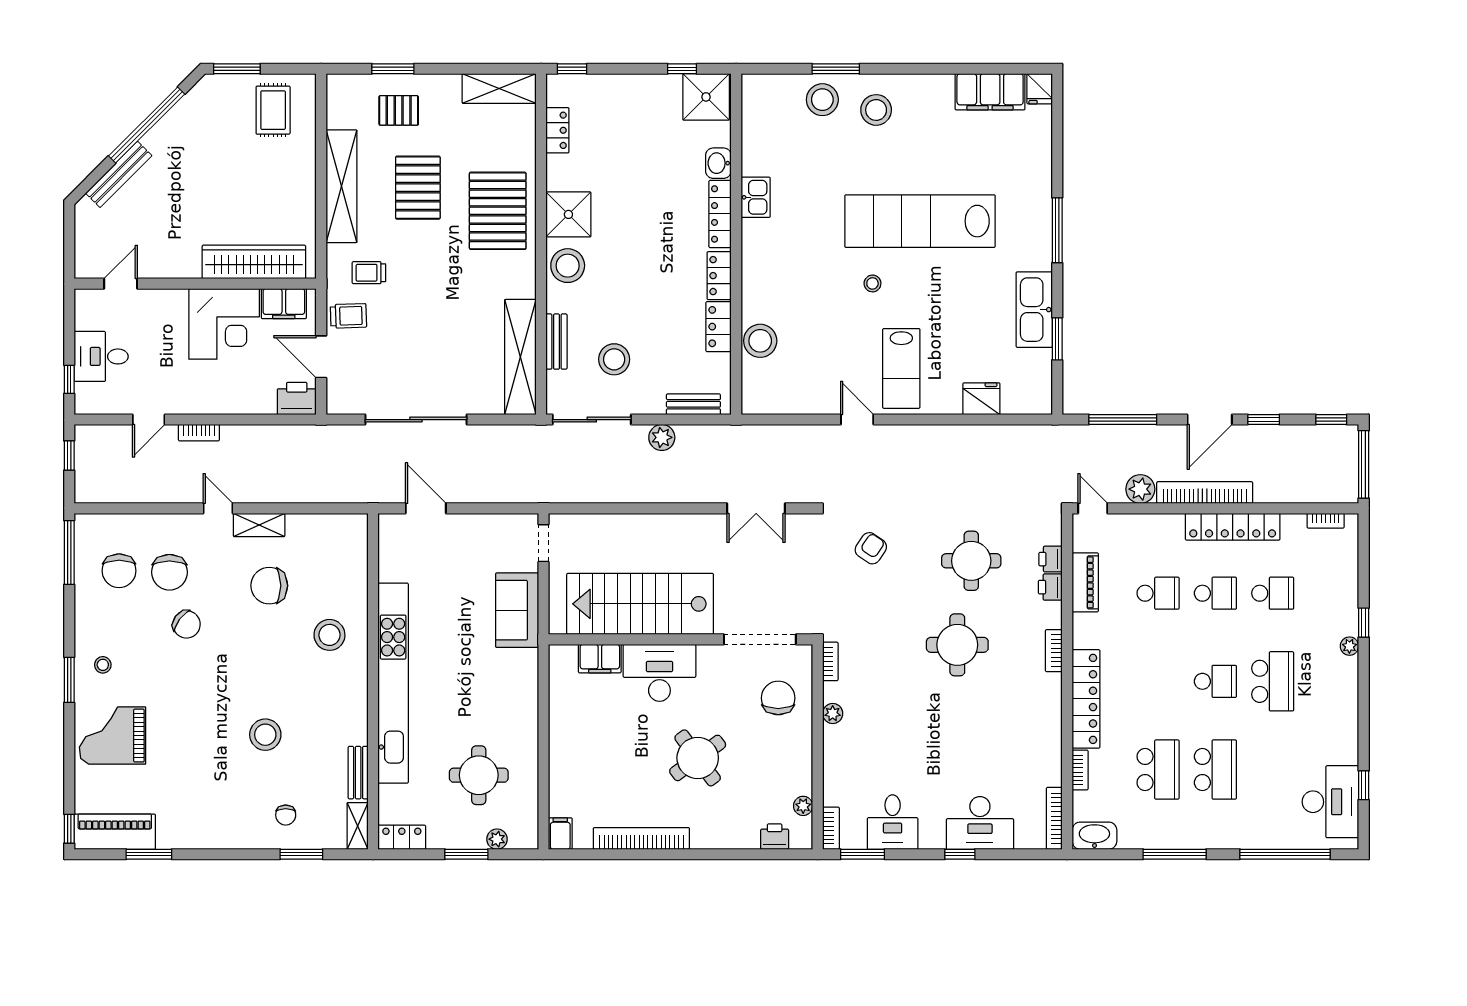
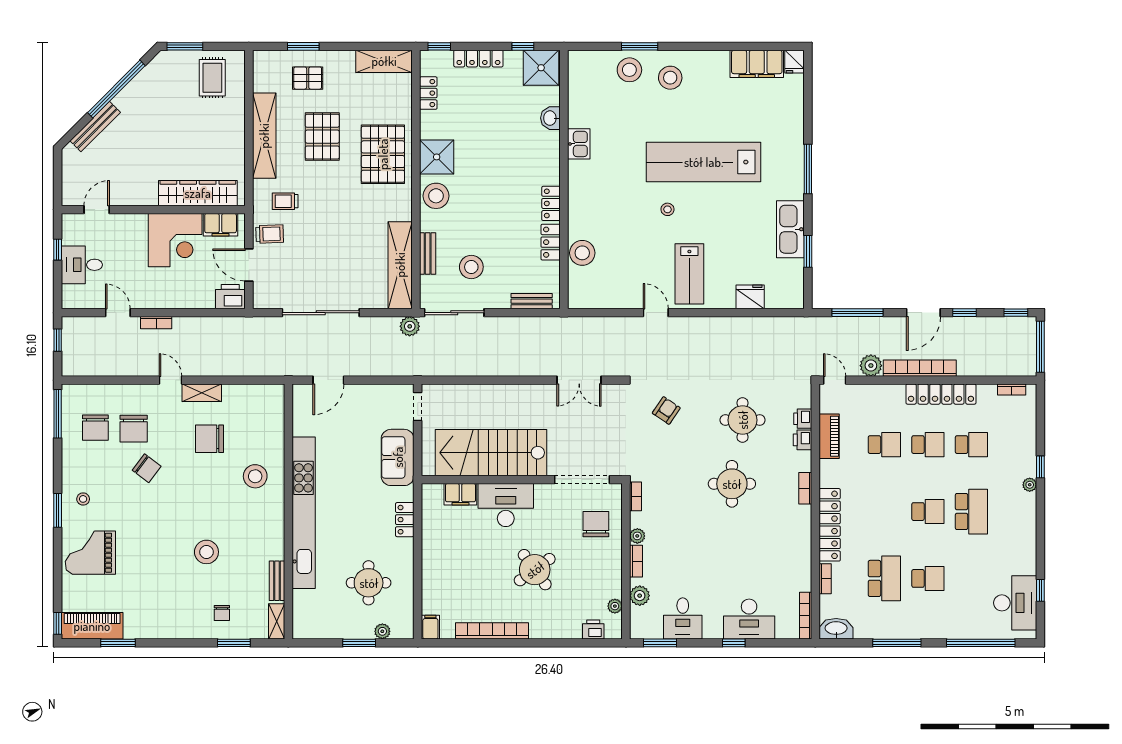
locker: (720, 214) -> (478, 59), moved, turned -90
window: (69, 379) -> (58, 250), moved
door: (149, 420) -> (118, 313), swing flipped
plant: (662, 437) -> (410, 326), moved
door: (426, 508) -> (328, 380), swing flipped
school desk: (1215, 770) -> (928, 578), width x0.54
plant: (836, 792) -> (640, 596), added
bookcase: (831, 828) -> (636, 561), moved
locker: (402, 837) -> (405, 520), moved, turned -90

